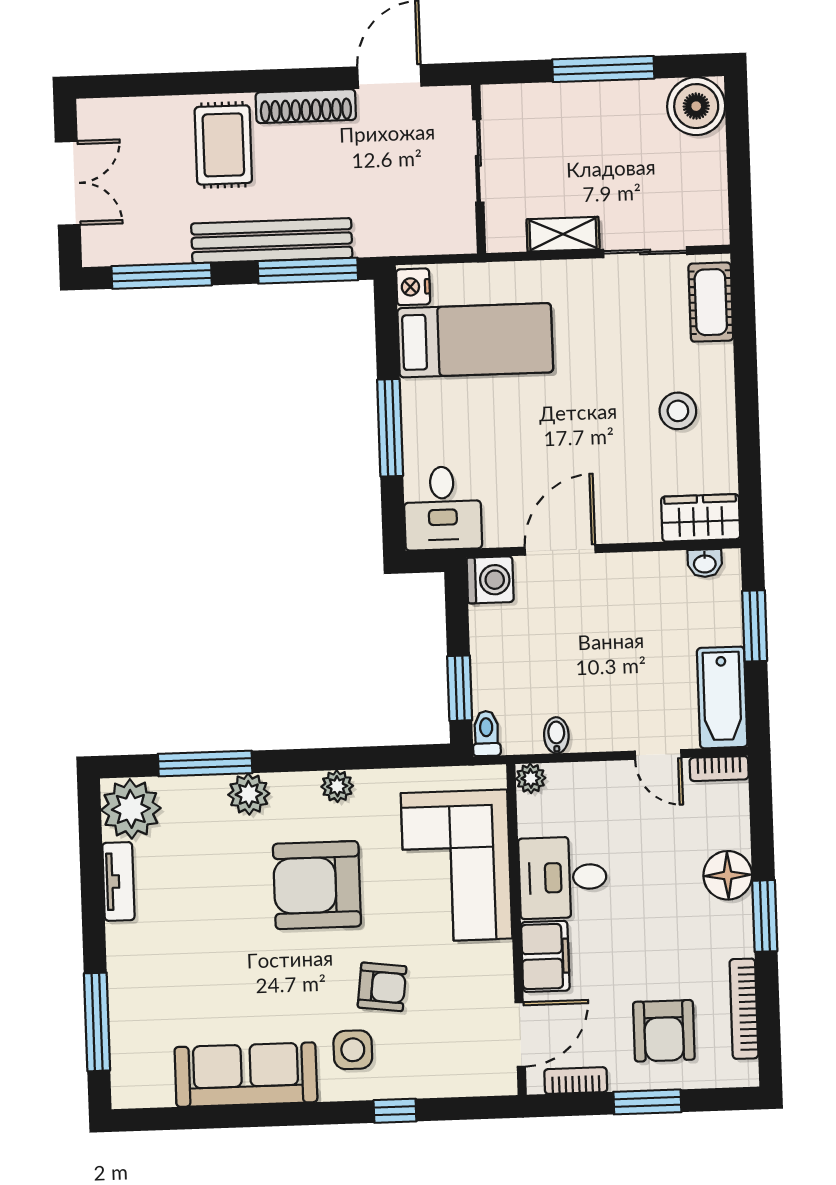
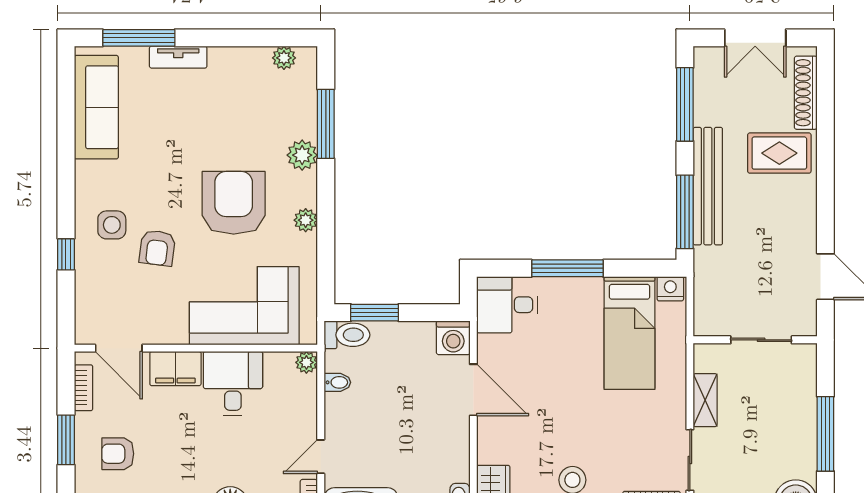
shoe rack: (306, 106) -> (806, 93), moved
toilet: (486, 733) -> (347, 335), width x1.37, depth x1.39
plant: (131, 809) -> (284, 58), width x0.53, depth x0.53
tv unit: (118, 881) -> (178, 57), moved
armchair: (664, 1031) -> (118, 454), width x0.72, depth x0.72
sofa: (246, 1075) -> (96, 107), moved

